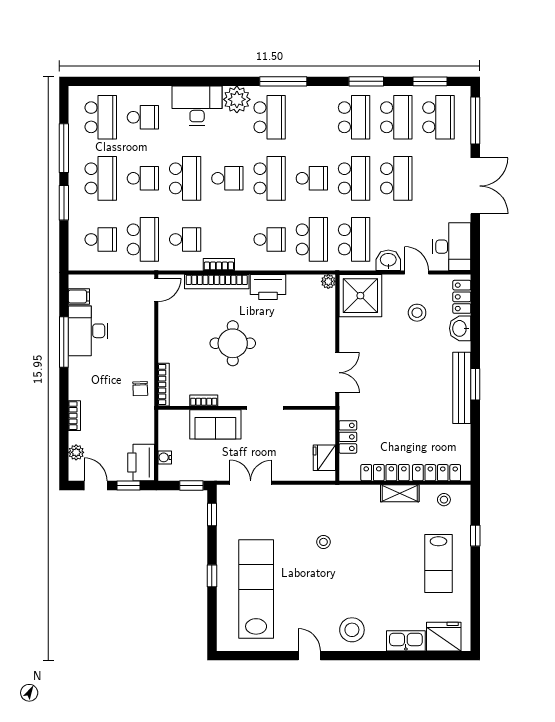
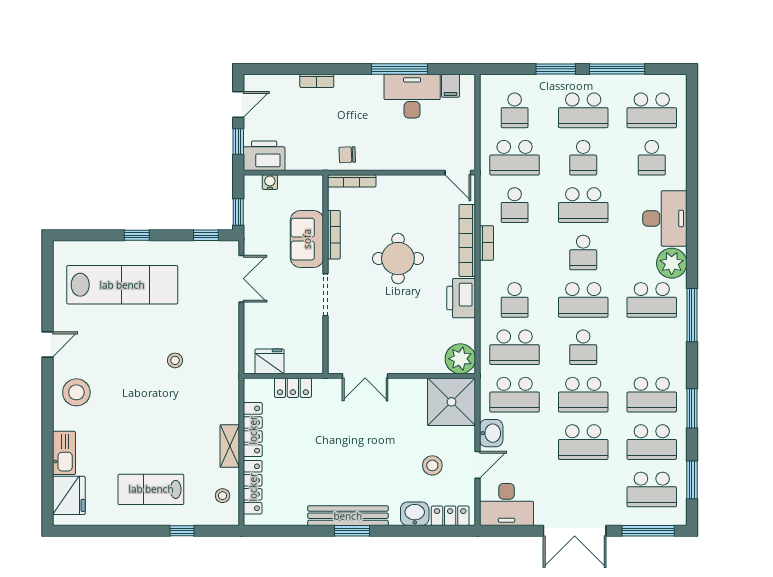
plant: (328, 281) -> (460, 359), width x1.88, depth x1.88
bookcase: (204, 400) -> (334, 235), width x1.56
plant: (76, 452) -> (276, 83), removed

